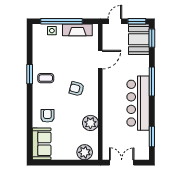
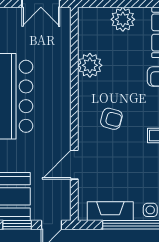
plant: (85, 152) -> (123, 19), moved

